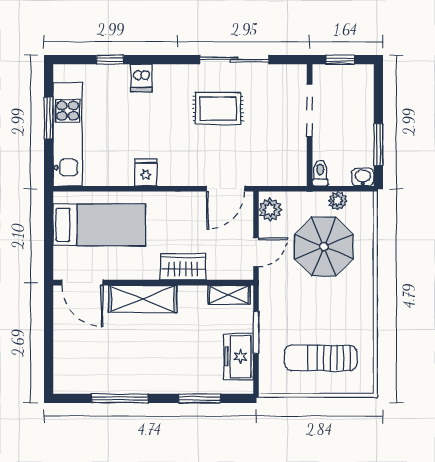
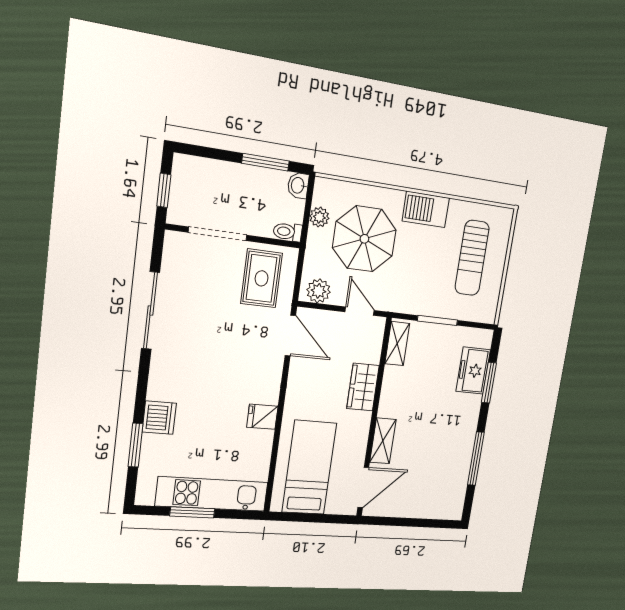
window: (110, 60) -> (136, 445), width x1.50
dishwasher: (141, 78) -> (159, 418), width x1.38
rug: (218, 109) -> (262, 278), moved
shelving: (143, 299) -> (383, 441), width x0.67, depth x0.75
barbecue: (360, 303) -> (426, 209), added
freezer: (238, 357) -> (473, 371), moved, turned 90

